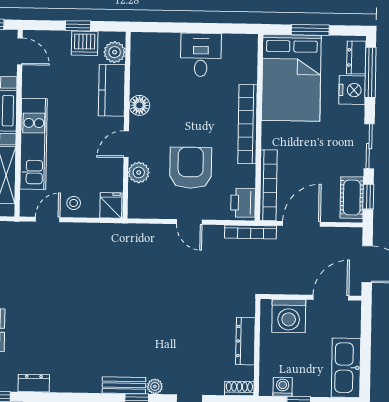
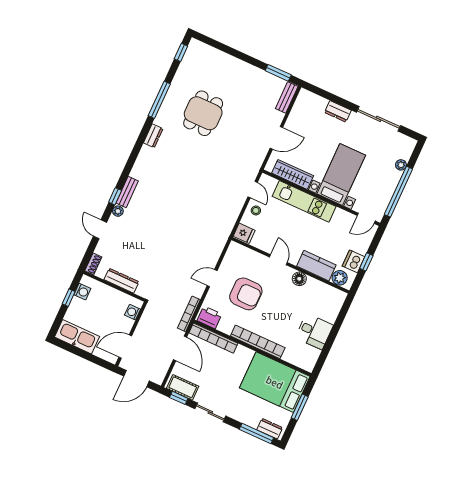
nightstand: (352, 90) -> (250, 417), removed
plant: (139, 172) -> (257, 260), removed
door: (331, 298) -> (125, 347), swing flipped
washing machine: (289, 316) -> (133, 312), width x0.53, depth x0.53

